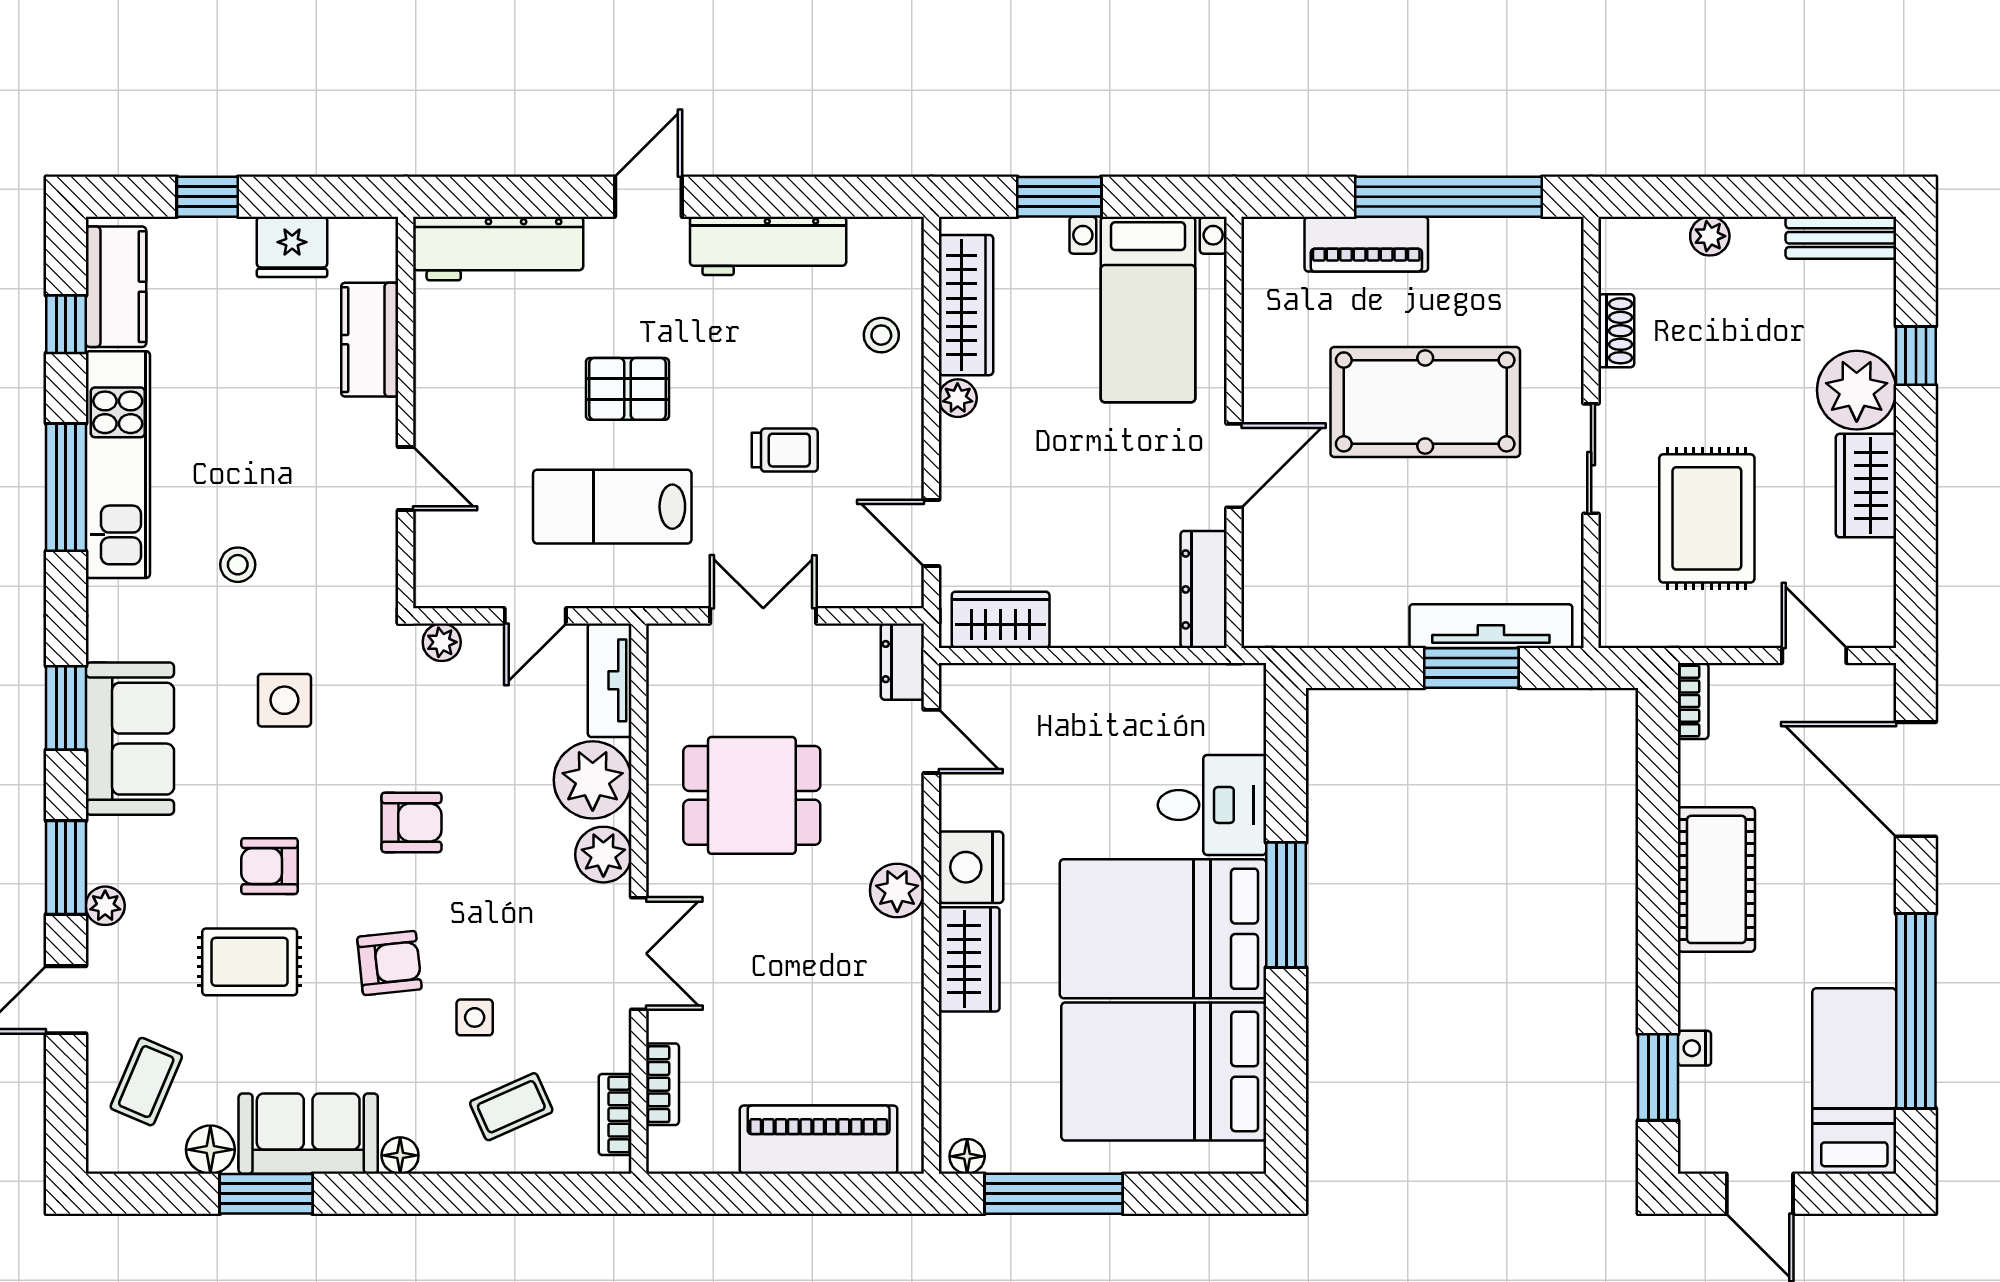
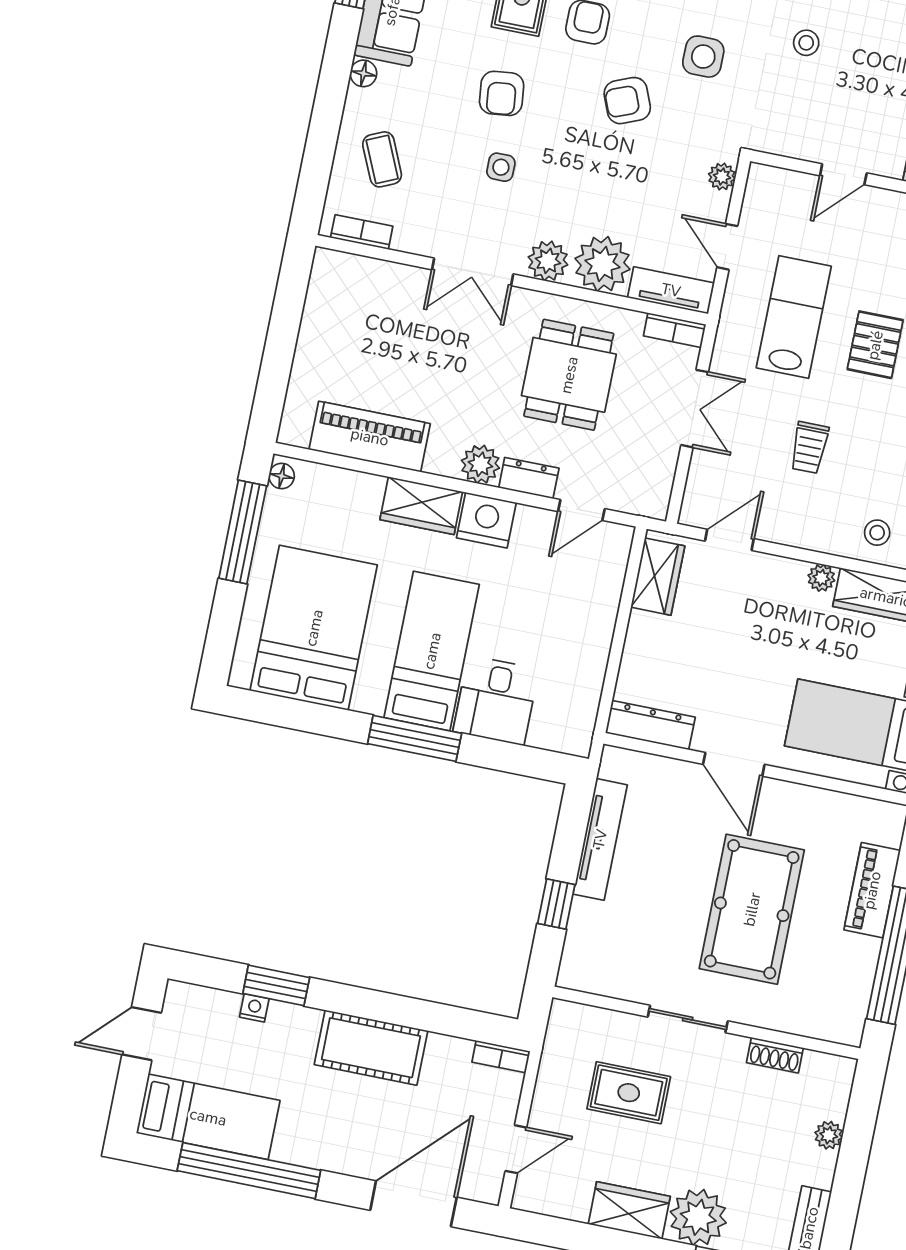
rug: (1707, 518) -> (629, 1093), width x0.73, depth x0.70
tv unit: (1491, 626) -> (600, 839), moved
dresser: (902, 662) -> (529, 478), moved
window: (1471, 668) -> (556, 904), width x0.67
armchair: (411, 822) -> (627, 101), moved, turned 68
bed: (1163, 929) -> (432, 651), width x0.67
side table: (475, 1017) -> (501, 167), moved
window: (1658, 1077) -> (276, 985), moved
bookcase: (663, 1084) -> (675, 330), moved
piano: (819, 1140) -> (370, 437), moved, turned -90

